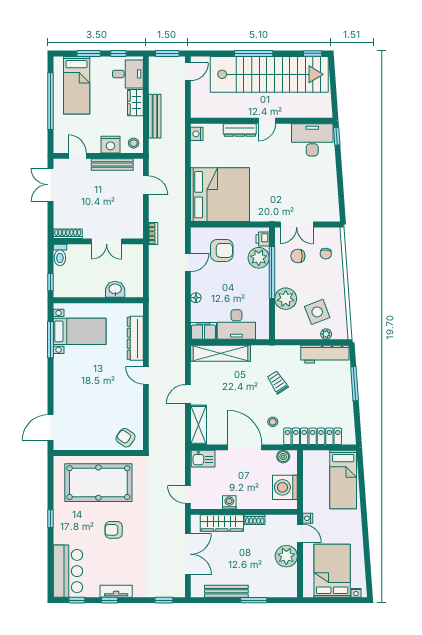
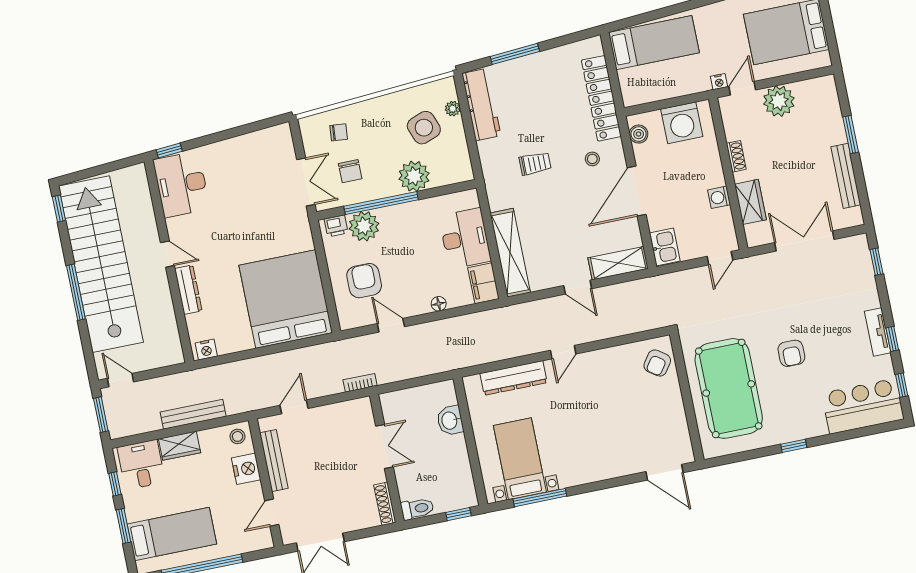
trolley: (278, 382) -> (535, 164), turned -147
wardrobe: (222, 523) -> (750, 202), width x0.67

